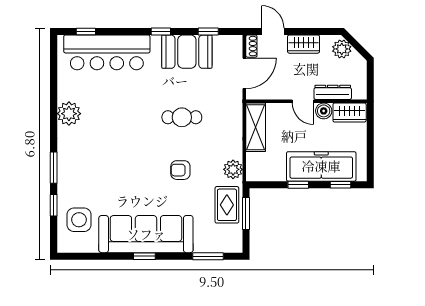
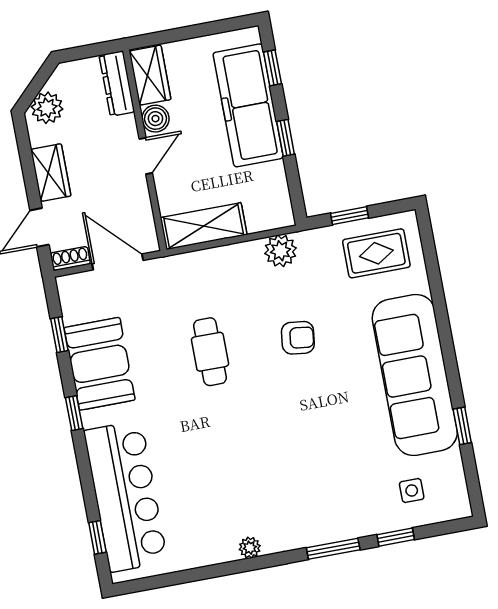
dresser: (333, 92) -> (117, 84), moved
plant: (69, 114) -> (250, 548), width x0.53, depth x0.53
armchair: (180, 170) -> (298, 338), turned -83
rug: (227, 205) -> (376, 253), moved
window: (246, 213) -> (350, 216), width x0.67
side table: (79, 220) -> (412, 491), width x0.54, depth x0.54
window: (144, 256) -> (462, 426), moved
window: (208, 256) -> (432, 265), removed

